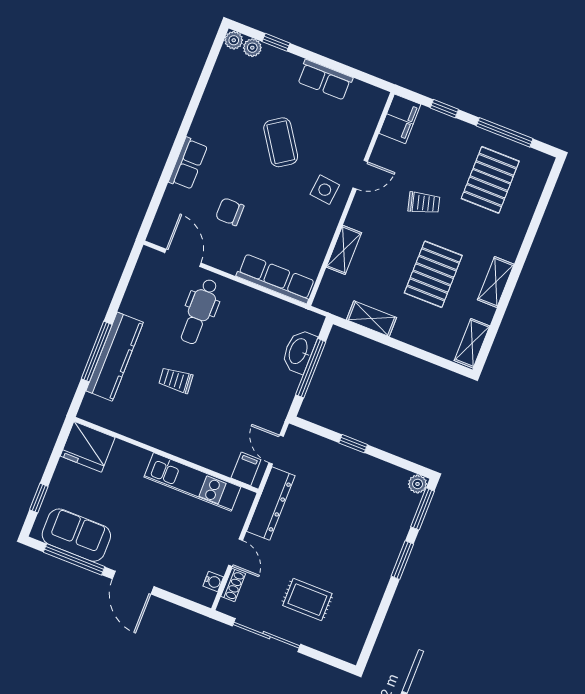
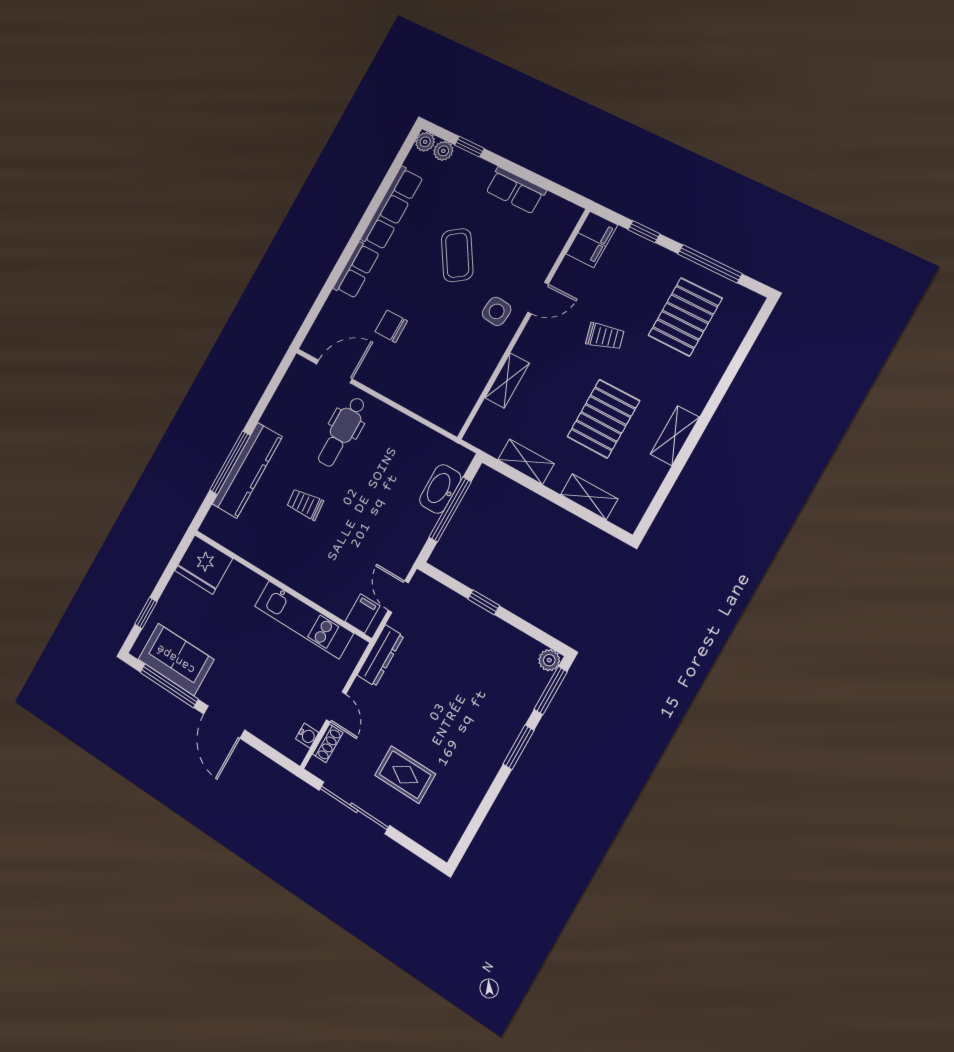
door: (183, 258) -> (334, 371), hinge flipped
row of seats: (276, 279) -> (392, 208), moved, turned 90
shelving: (472, 343) -> (589, 497), moved, turned 90
dresser: (271, 503) -> (380, 656), width x0.73, depth x0.80

